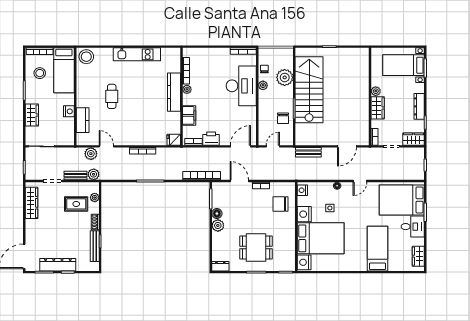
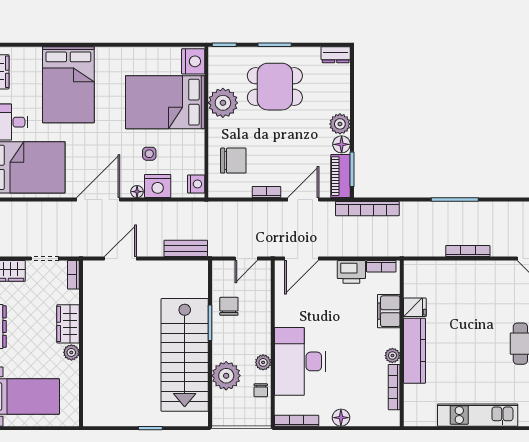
floor lamp: (217, 53) -> (341, 418), added
fridge: (174, 140) -> (415, 307), moved
door: (239, 181) -> (303, 200), swing flipped
door: (360, 181) -> (98, 200), width x1.87
piano: (217, 195) -> (340, 176), added
nightstand: (304, 214) -> (158, 186), moved, turned 90
plant: (287, 238) -> (223, 103), added
bed: (377, 249) -> (68, 85), width x1.50

